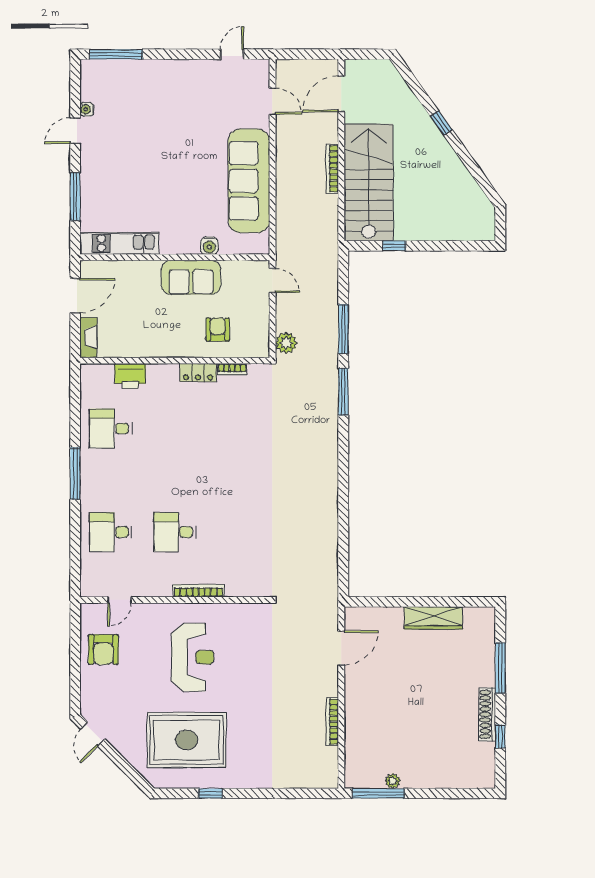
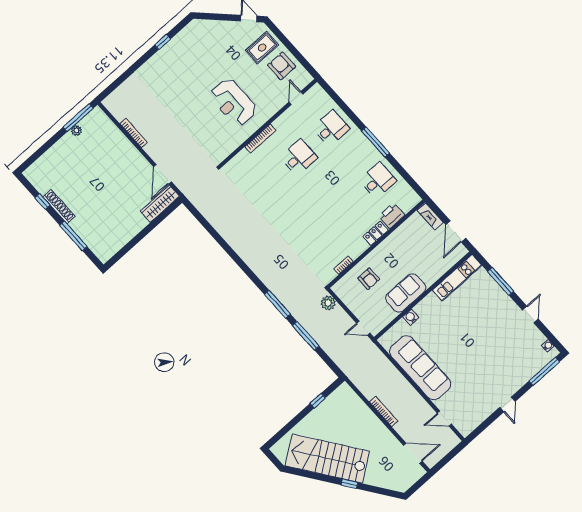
door: (232, 54) -> (507, 404), moved
door: (341, 94) -> (413, 453), hinge flipped
water cooler: (87, 109) -> (548, 346), moved
stairs: (369, 182) -> (327, 459), moved, turned 145
locker: (198, 373) -> (376, 233), moved
wardrobe: (433, 618) -> (160, 204), moved
rug: (187, 740) -> (262, 48), moved, width x0.54, depth x0.49

